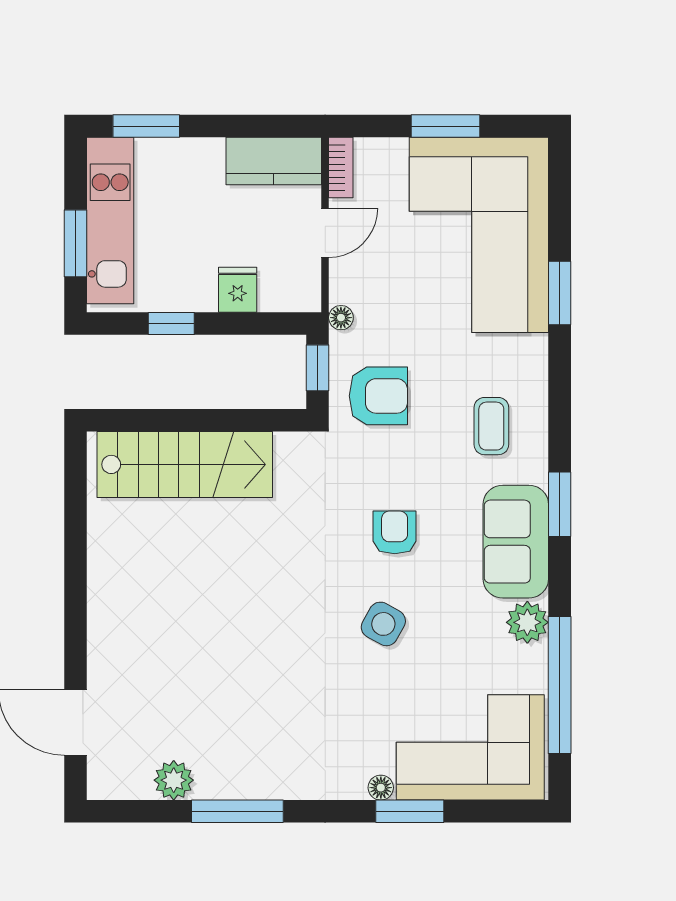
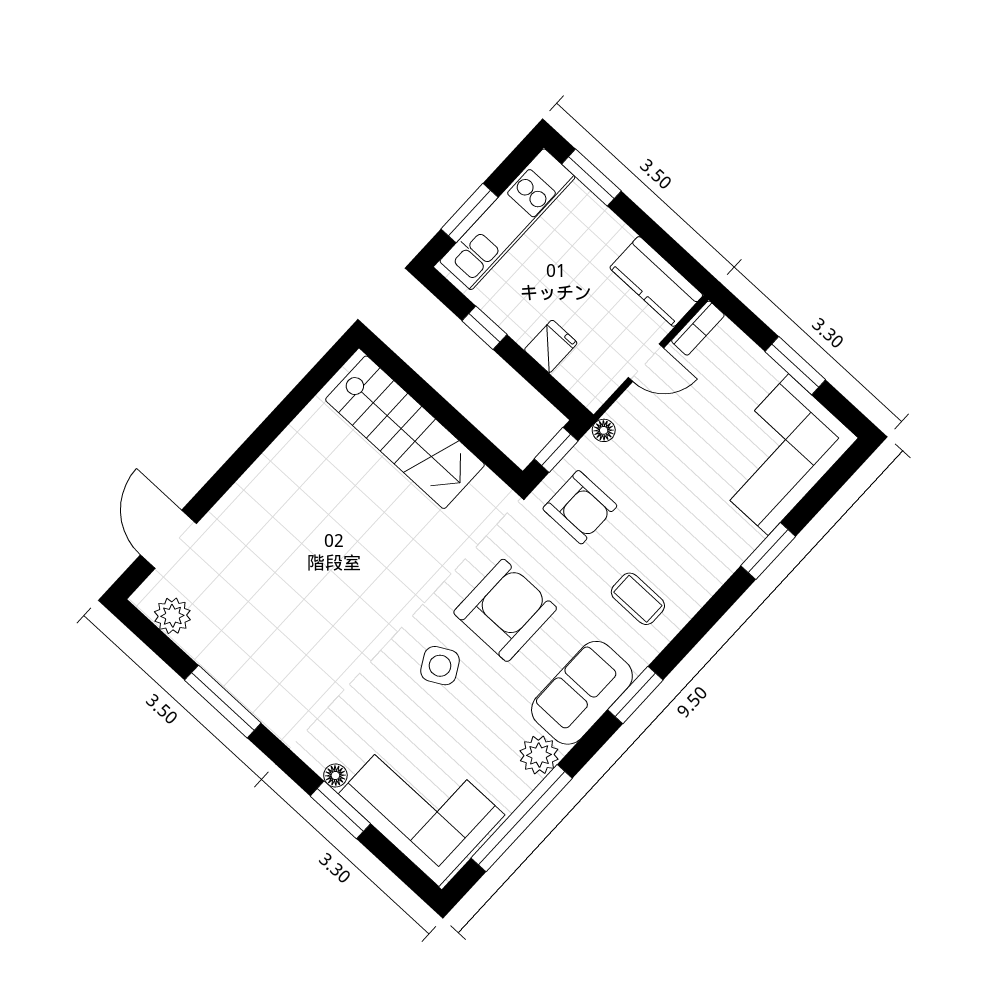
corner sofa: (479, 235) -> (778, 455), width x0.73, depth x0.74
coffee table: (491, 426) -> (638, 599), turned 90
armchair: (395, 532) -> (505, 610), width x1.88, depth x1.88
side table: (383, 624) -> (440, 666), turned 32
plant: (174, 780) -> (172, 616), moved

